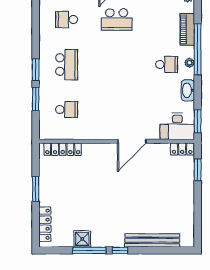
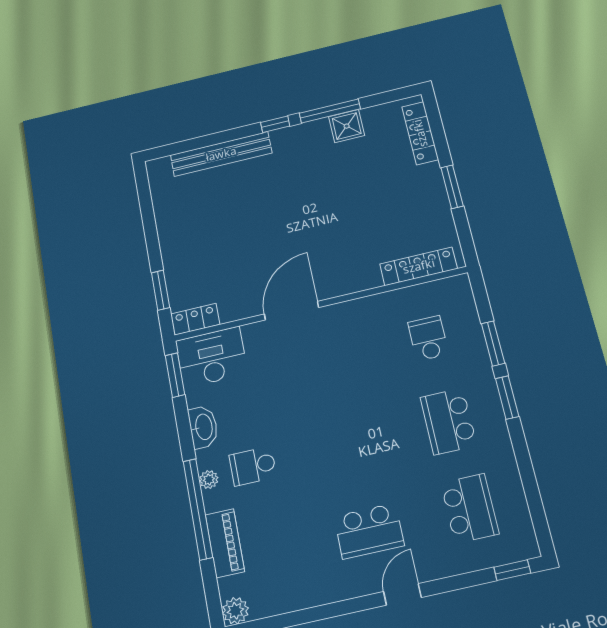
school desk: (67, 20) -> (470, 508), width x1.85
school desk: (117, 20) -> (369, 531), turned 180
school desk: (67, 109) -> (428, 338), turned 90

